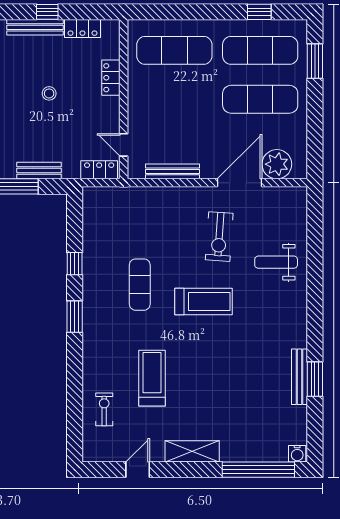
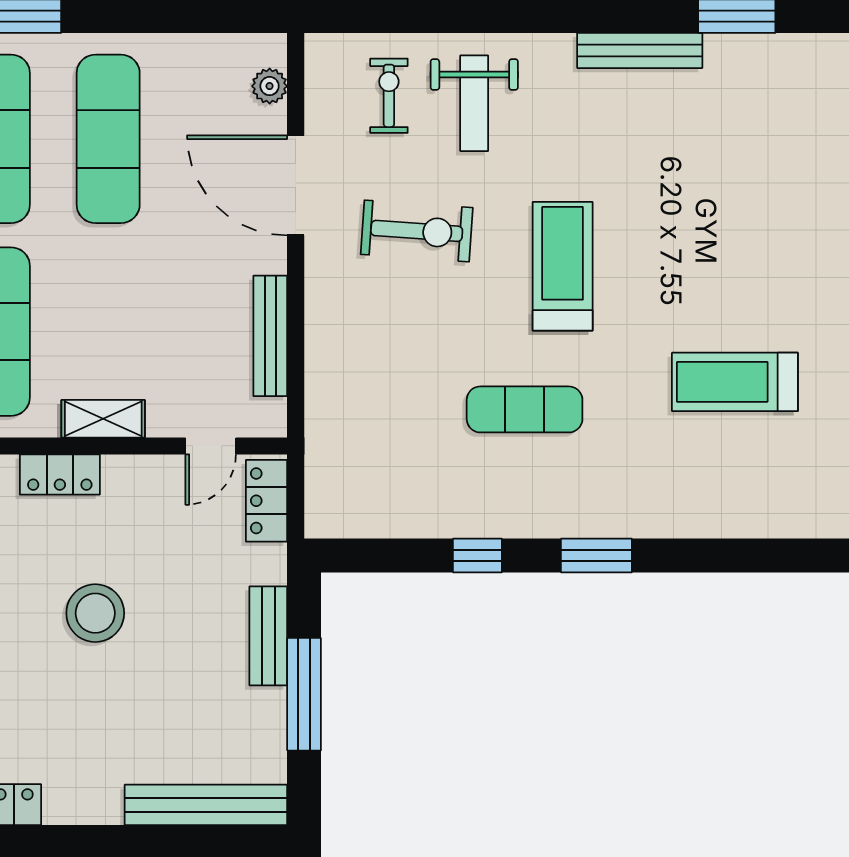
stool: (49, 93) -> (95, 613), width x1.89, depth x1.89
shelving: (136, 97) -> (103, 419), added
plant: (277, 164) -> (270, 86), width x0.53, depth x0.53
bench: (300, 377) -> (640, 50), moved
exercise bike: (104, 409) -> (389, 96), moved, turned 90

